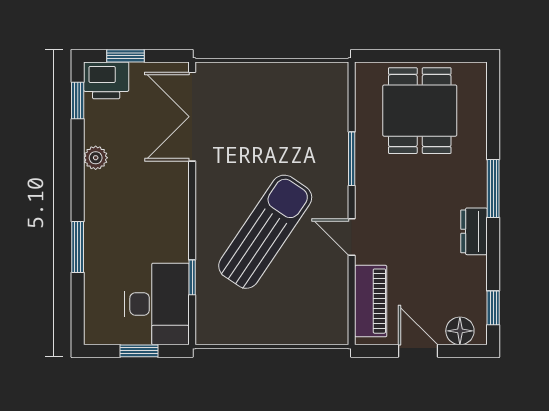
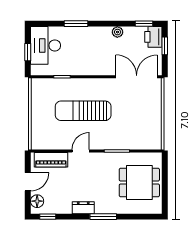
sun lounger: (265, 232) -> (83, 111), turned 146
desk: (157, 304) -> (46, 45), moved, turned 90

